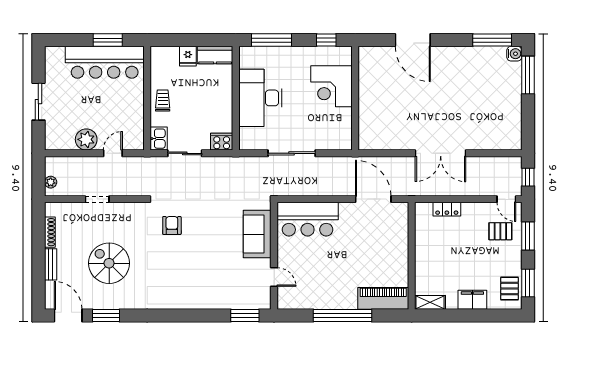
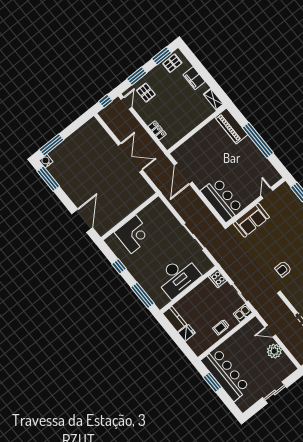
corner desk: (331, 86) -> (133, 234), moved
wall: (355, 98) -> (130, 217), moved

